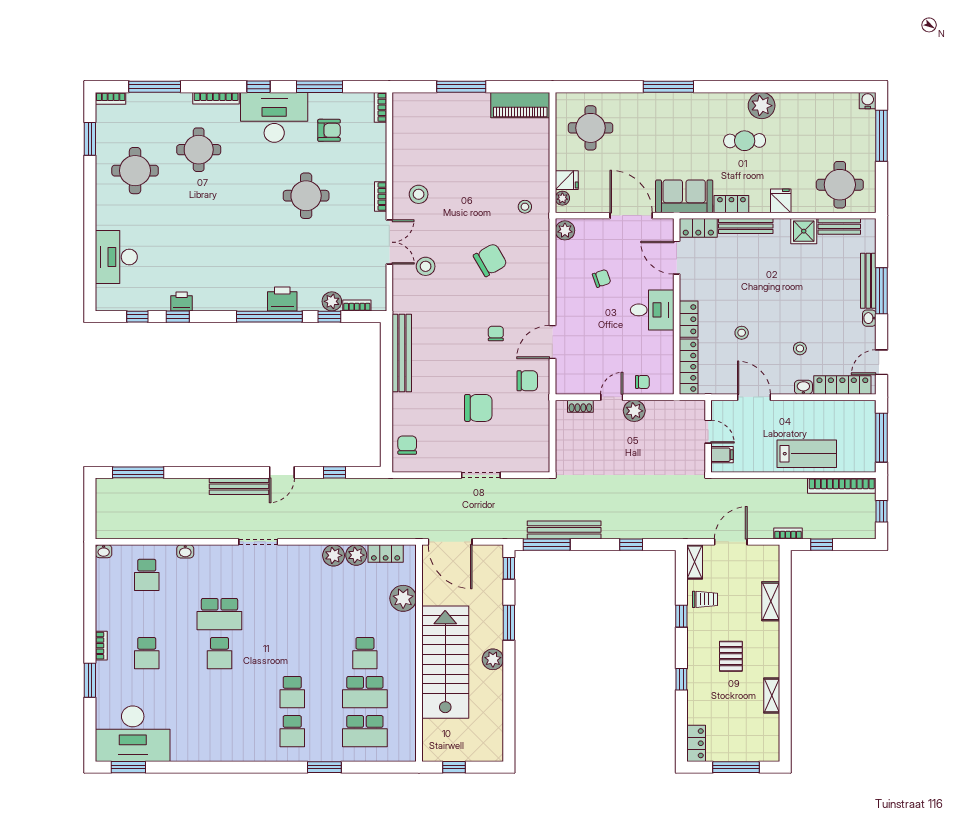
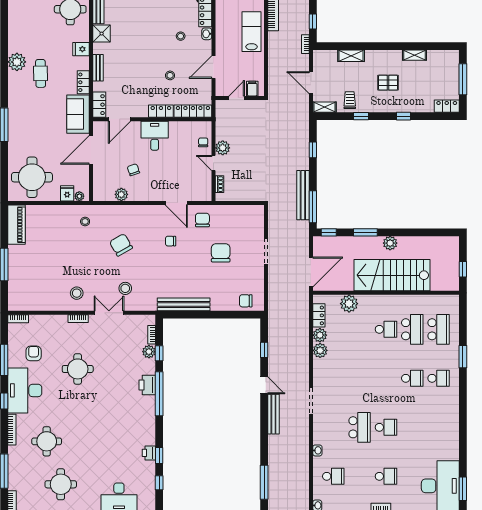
round table: (591, 128) -> (32, 177), width x1.36, depth x1.36
bench: (746, 226) -> (98, 68), width x0.73
plant: (565, 230) -> (121, 194), moved

